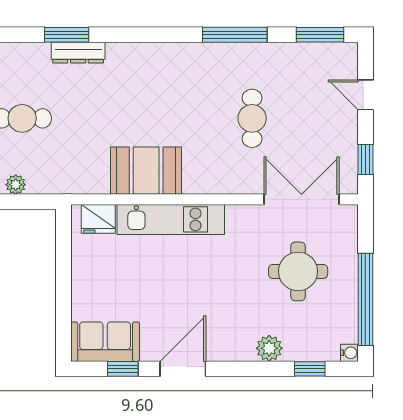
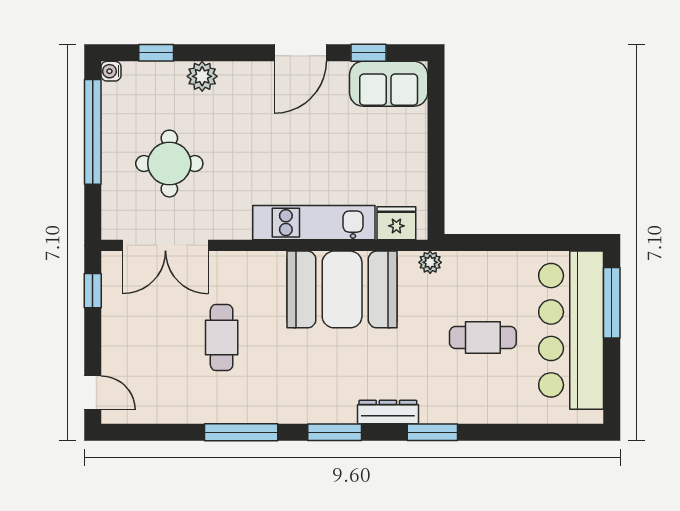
window: (320, 35) -> (335, 432), moved
dresser: (78, 53) -> (388, 412), moved
door: (365, 95) -> (93, 393), moved
booth: (146, 171) -> (342, 289), width x1.36, depth x1.42
plant: (16, 185) -> (430, 262), moved

